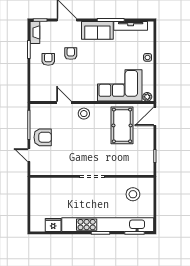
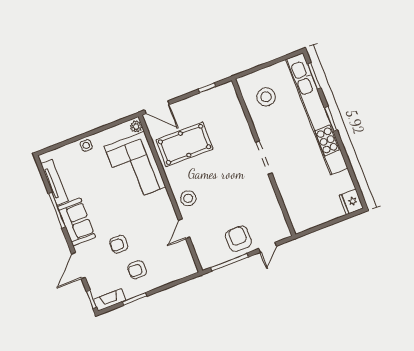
fridge: (53, 225) -> (351, 202), moved

